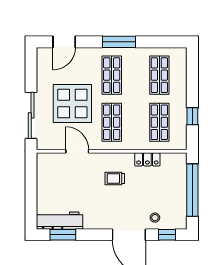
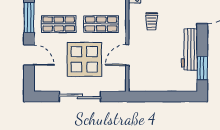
door: (64, 42) -> (29, 55), moved
sliding door: (31, 115) -> (80, 97), moved
workbench: (60, 221) -> (189, 49), moved

